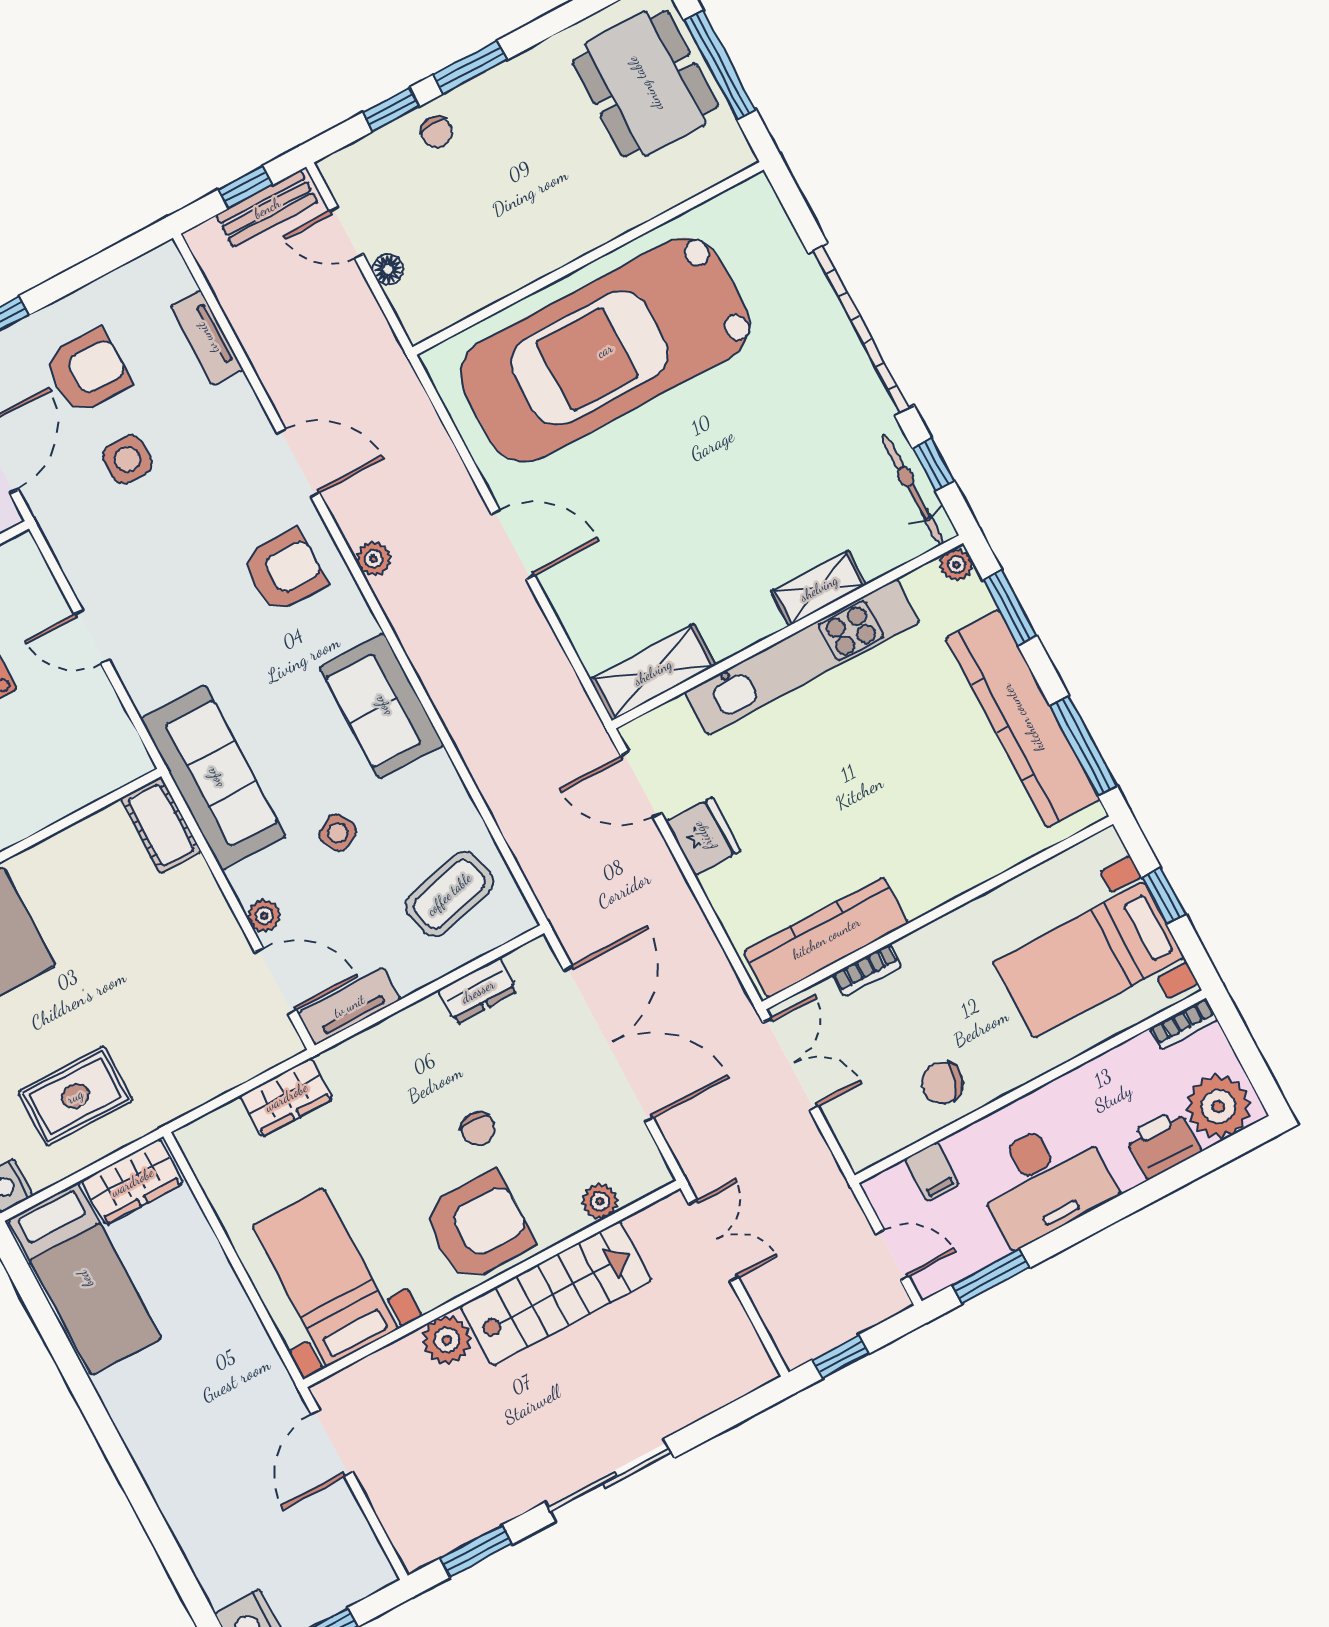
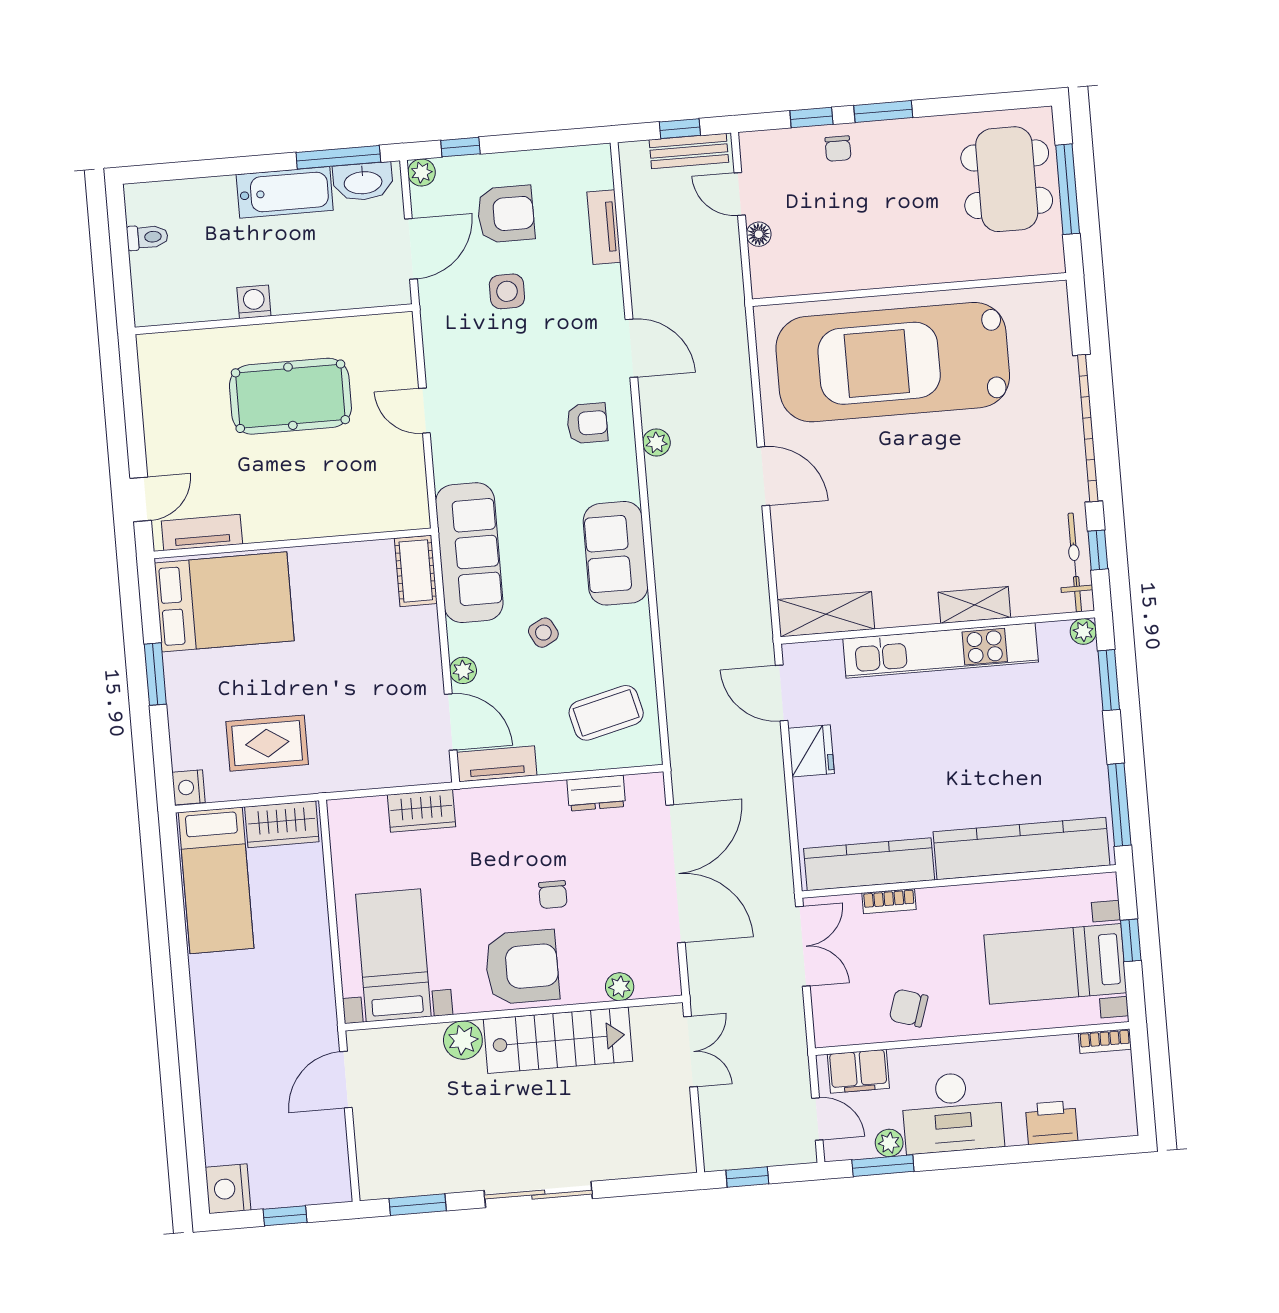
armchair: (285, 571) -> (587, 423), width x0.72, depth x0.72
kitchen counter: (1023, 718) -> (1021, 848), moved, turned 90
plant: (1218, 1107) -> (889, 1143), moved, width x0.53, depth x0.53
filing cabinet: (932, 1172) -> (858, 1071), width x2.00

